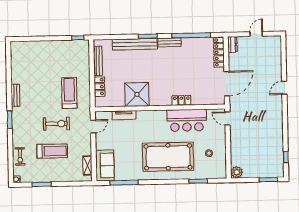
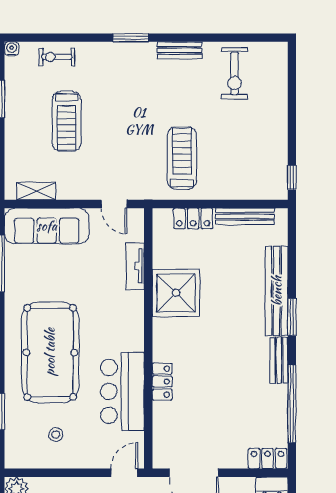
locker: (219, 52) -> (268, 459), width x0.66
treadmill: (69, 93) -> (182, 158), turned -90
exercise bike: (56, 124) -> (235, 73), moved
sofa: (105, 165) -> (47, 226), width x1.36

